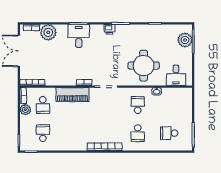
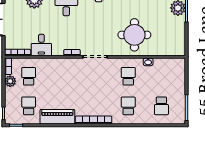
desk: (176, 75) -> (41, 45), moved
piano: (72, 95) -> (57, 117), moved, turned 180
school desk: (43, 105) -> (29, 76), turned 180
school desk: (138, 133) -> (128, 106), turned 180
school desk: (169, 133) -> (161, 106), turned -90

